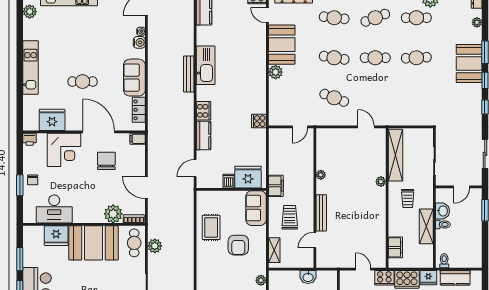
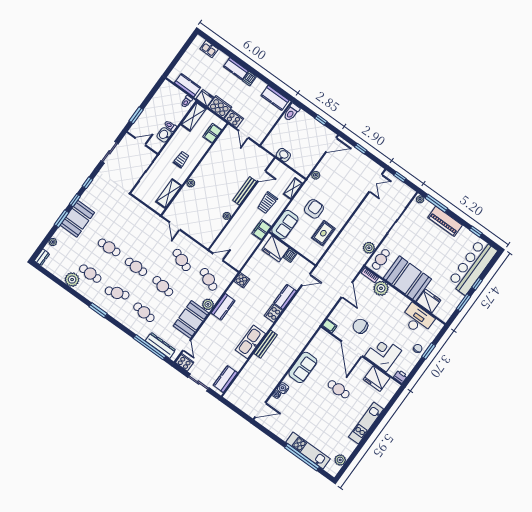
kitchen counter: (259, 81) -> (223, 307), added
cafe table: (293, 98) -> (209, 279), added
locker: (139, 110) -> (315, 344), removed
shelving: (395, 155) -> (169, 194), width x0.68
chair: (106, 161) -> (360, 326), turned 90
shelving: (426, 226) -> (194, 117), moved

